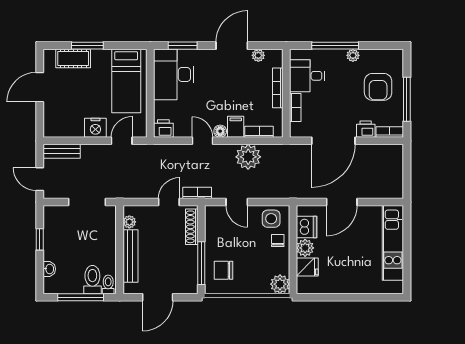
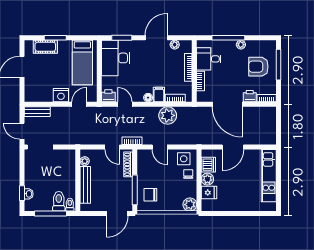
armchair: (378, 87) -> (258, 67), turned 90
window: (407, 99) -> (279, 65), moved
door: (203, 141) -> (125, 104), moved
door: (333, 141) -> (227, 104), hinge flipped
doorway: (87, 202) -> (40, 147), moved
door: (169, 202) -> (112, 147), swing flipped
window: (40, 239) -> (22, 193), moved
door: (158, 297) -> (117, 214), moved

